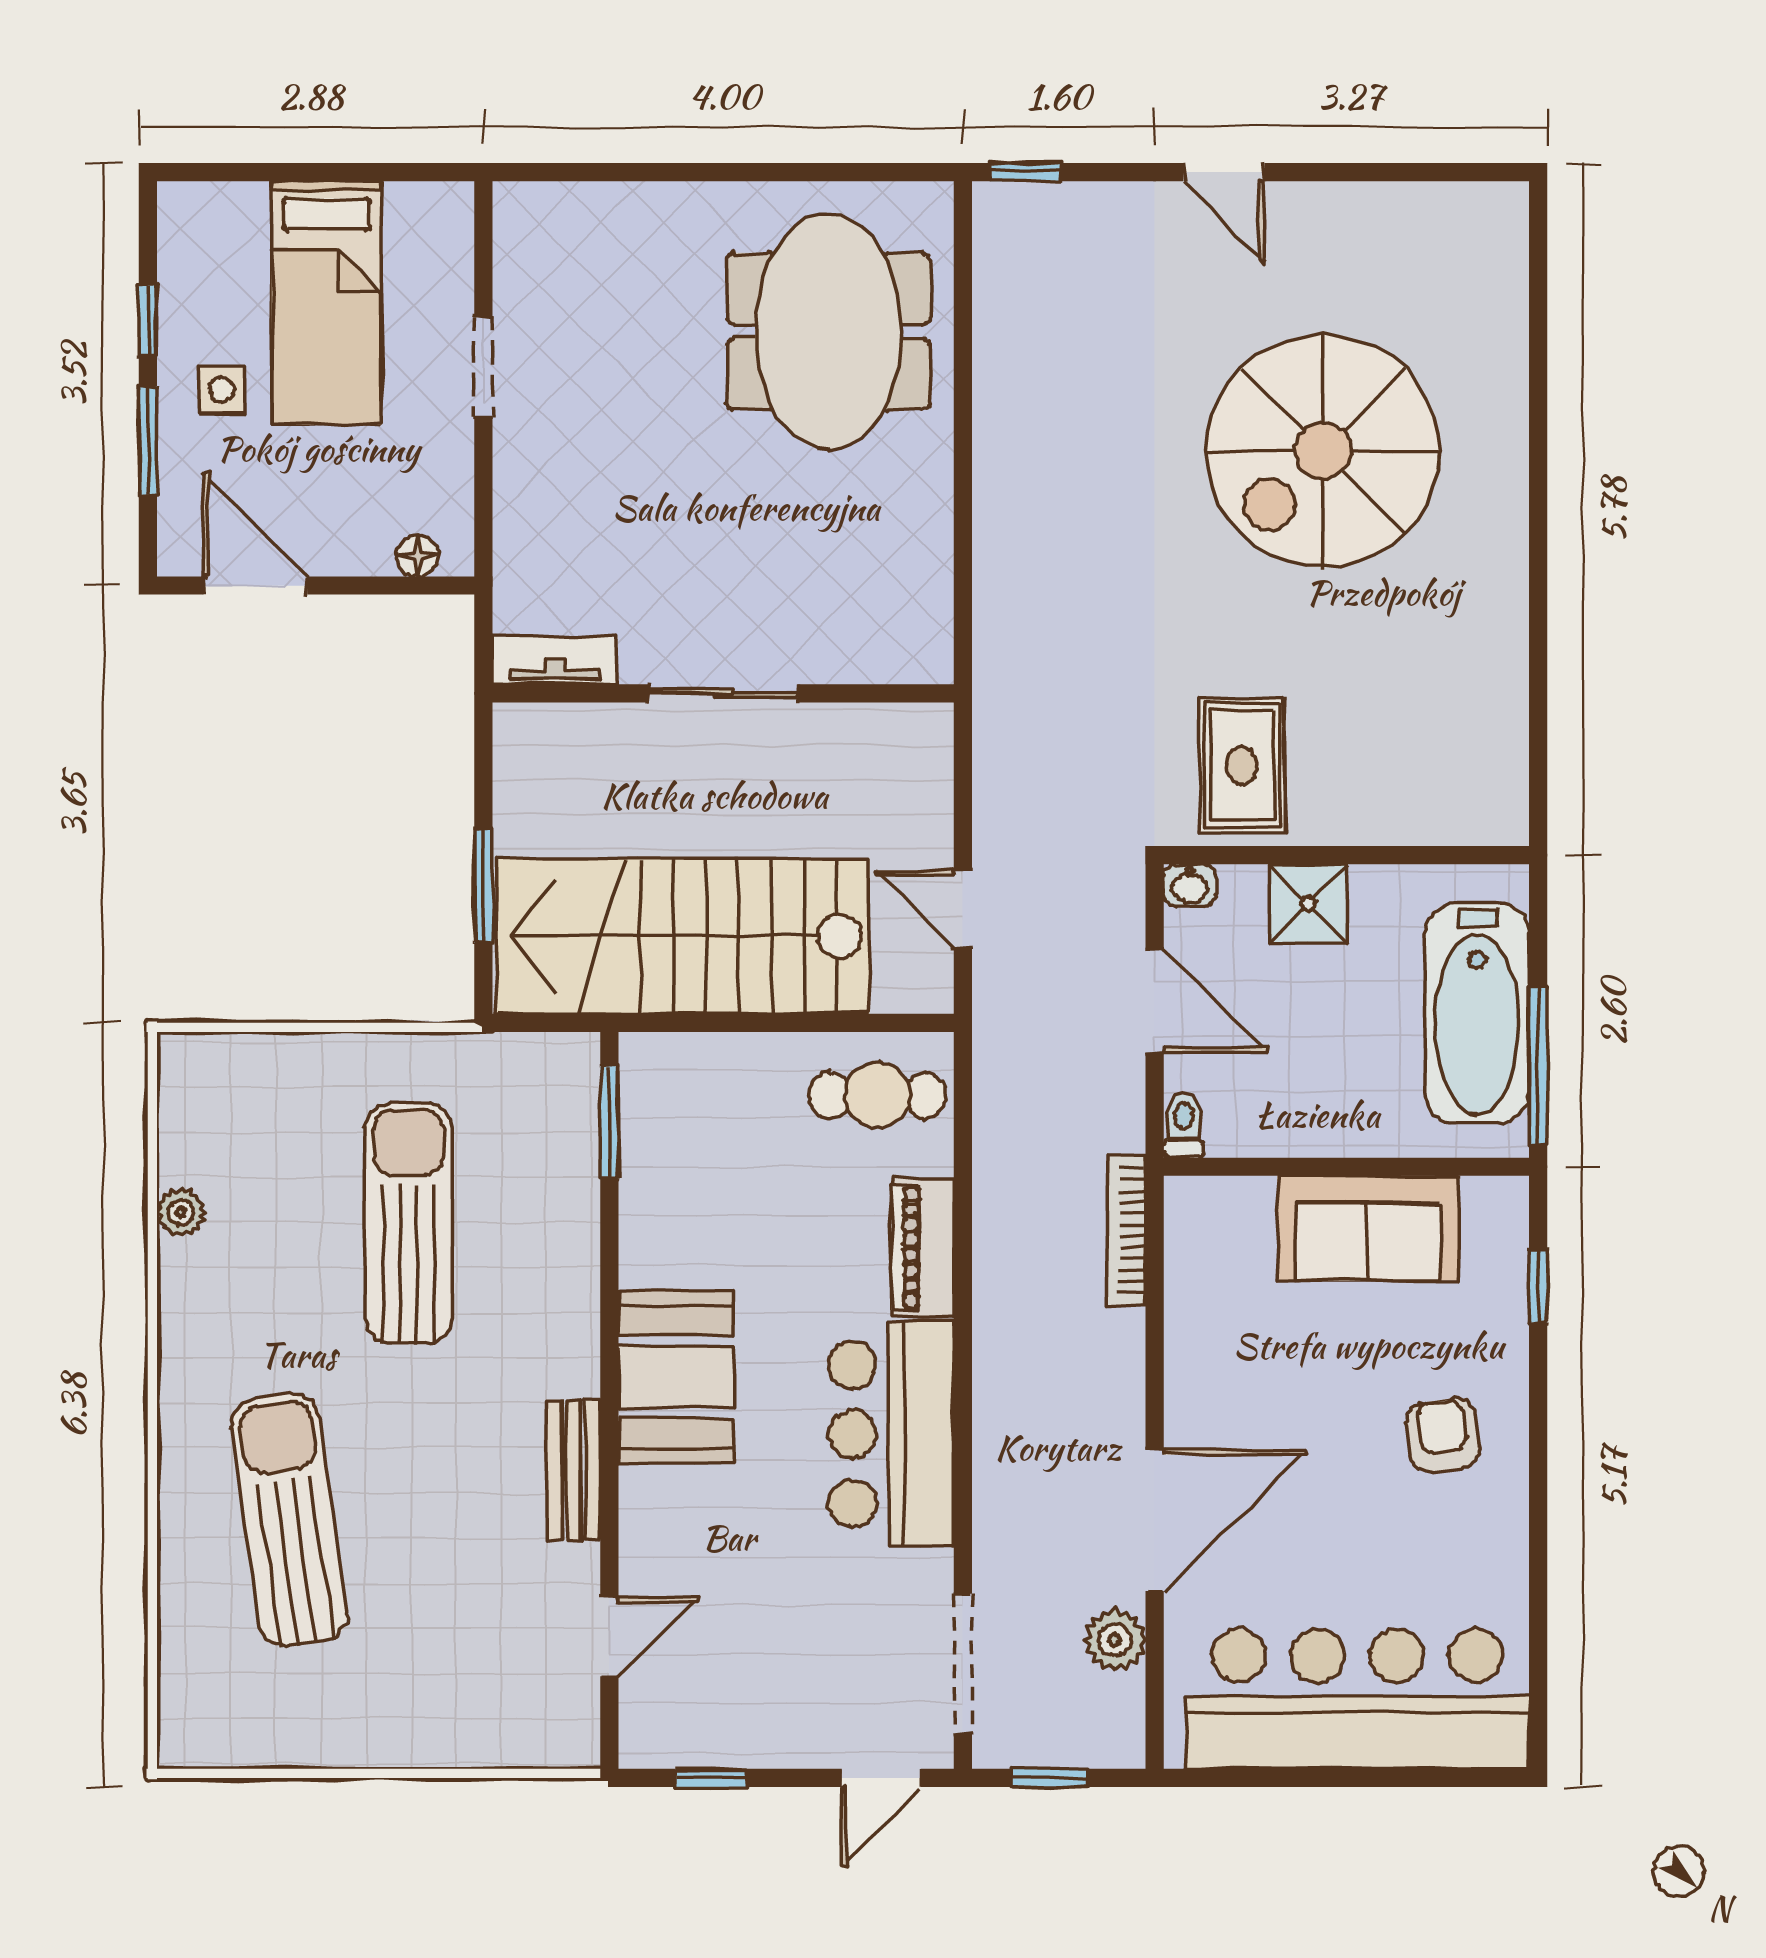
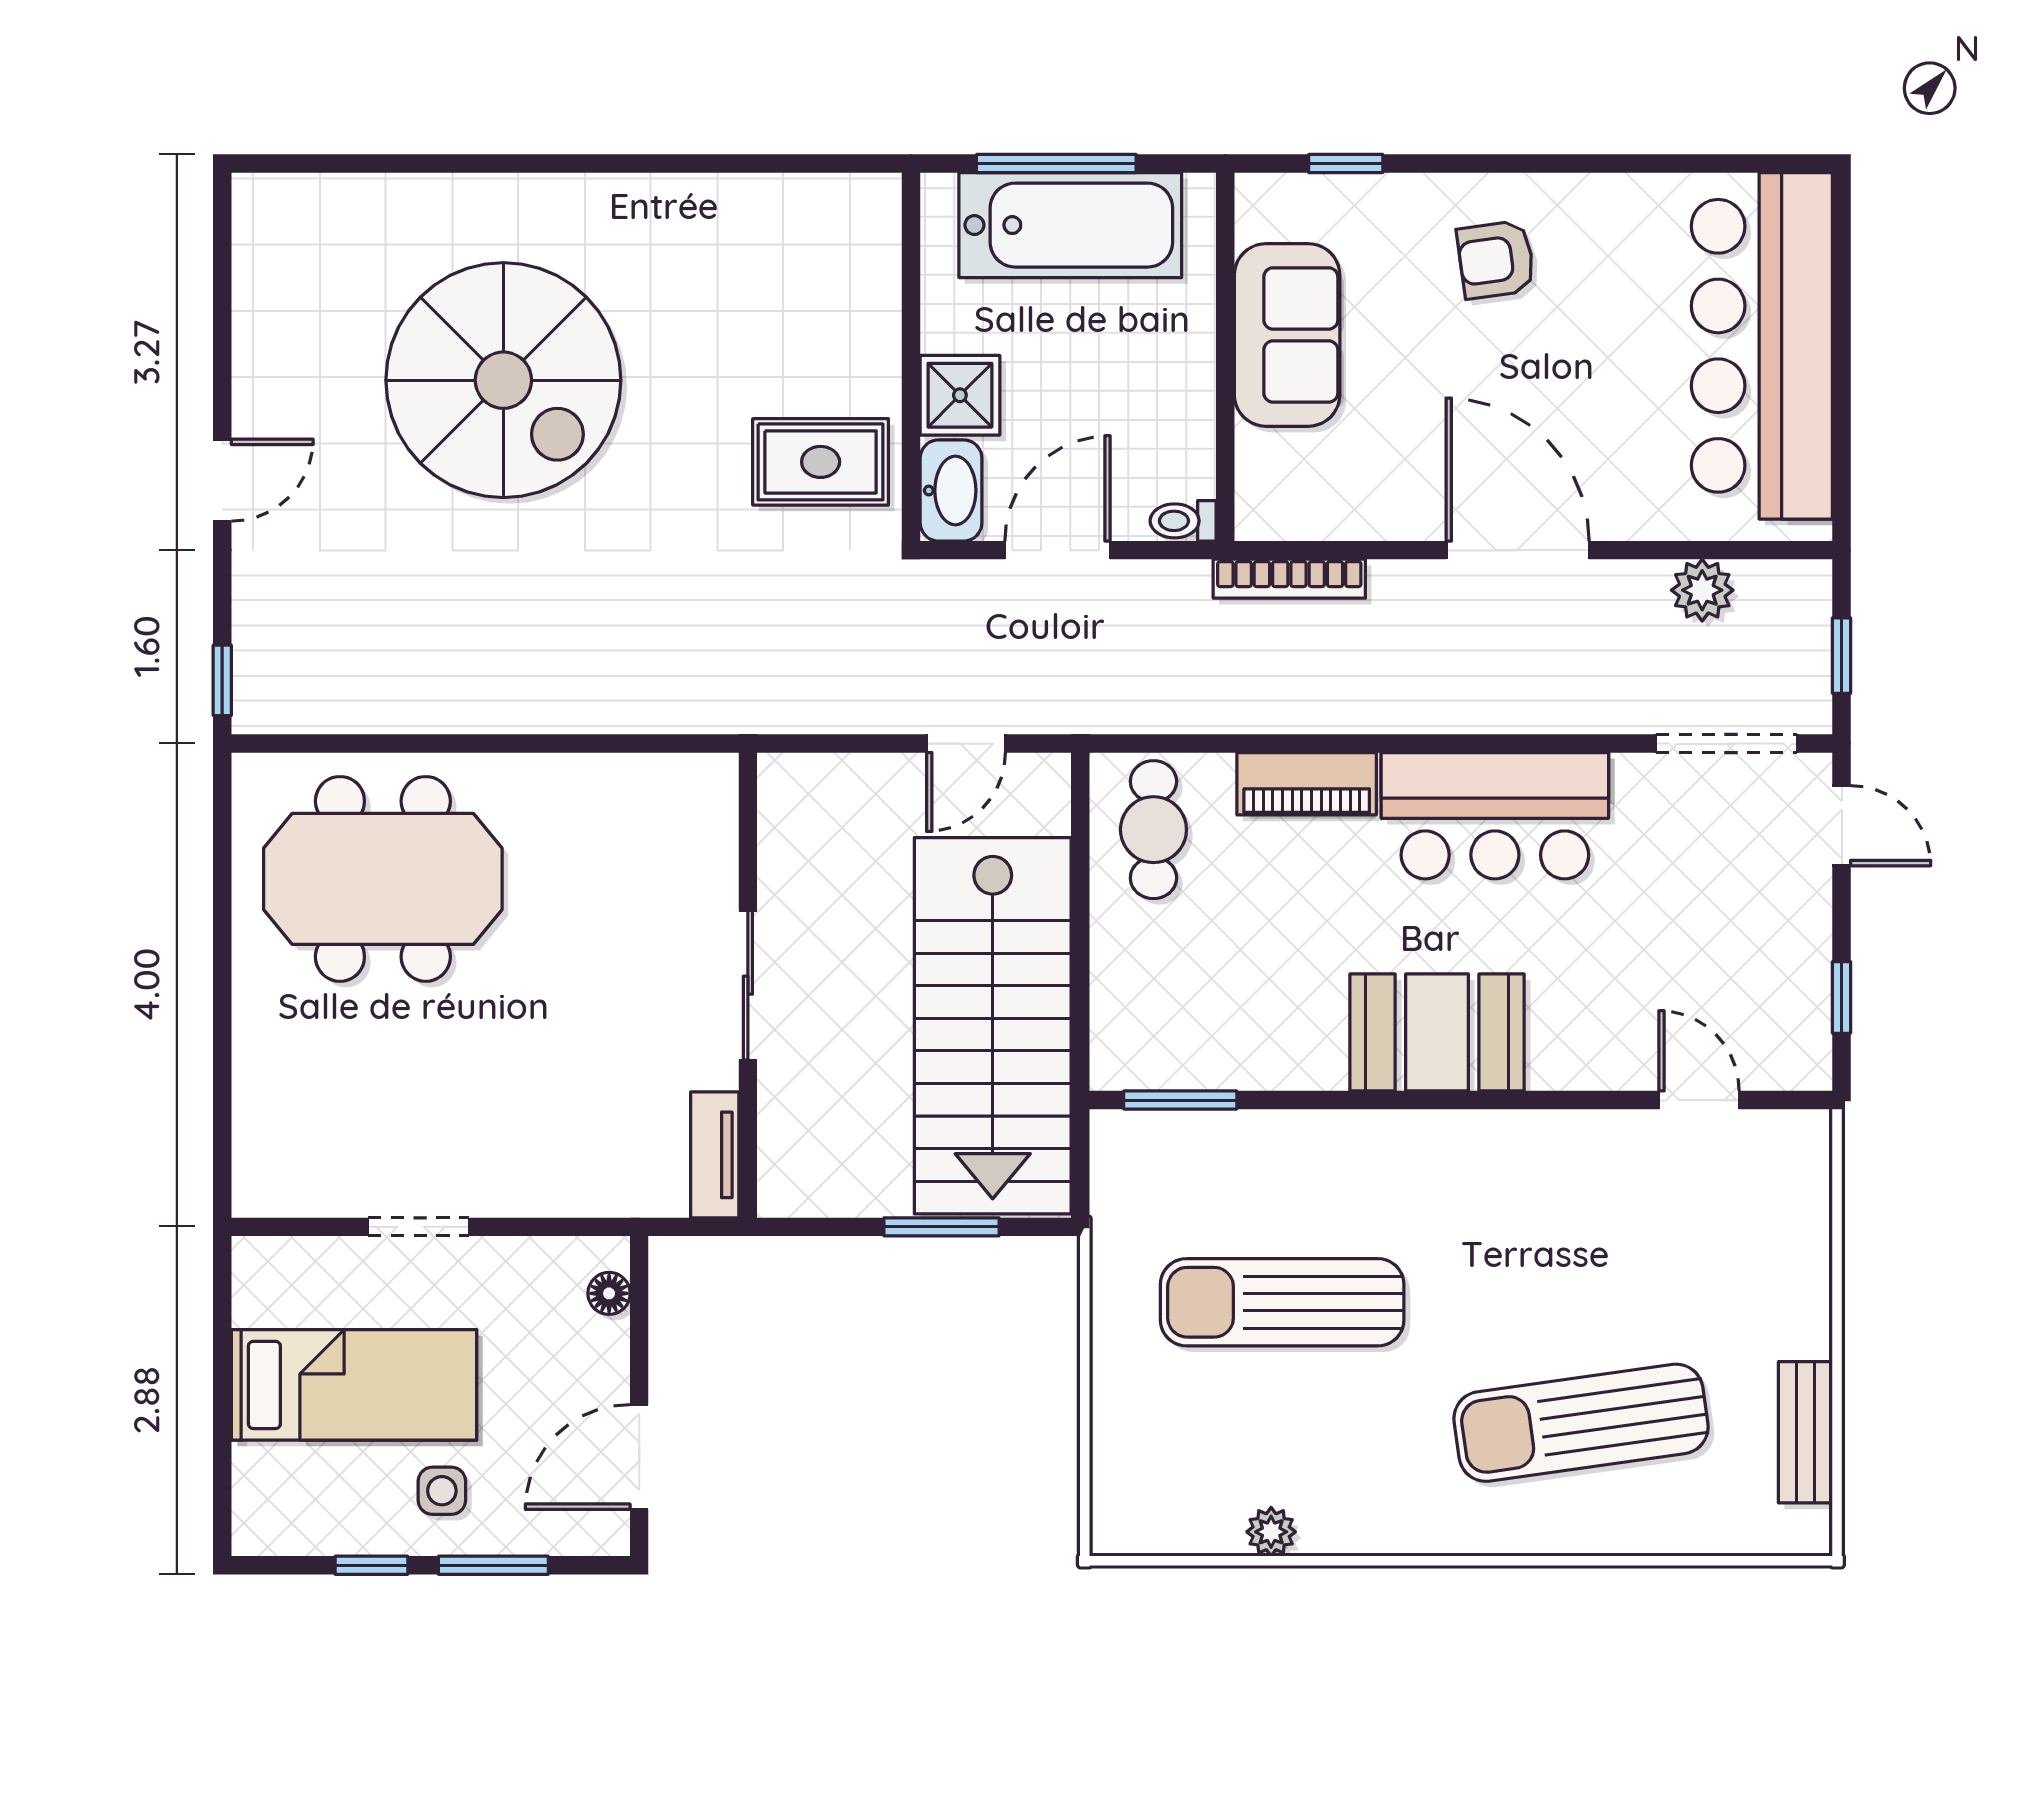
washbasin: (1190, 885) -> (951, 491), width x1.91, depth x1.45
window: (1538, 1066) -> (1056, 163), moved
bench: (574, 1470) -> (1805, 1432), moved, turned 90
door: (1155, 1520) -> (1518, 550), moved

